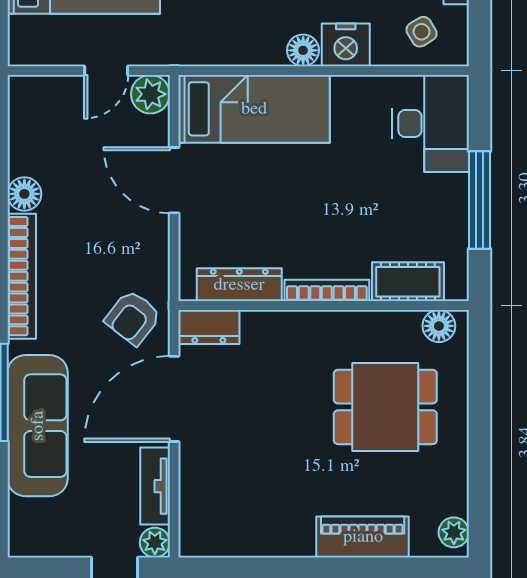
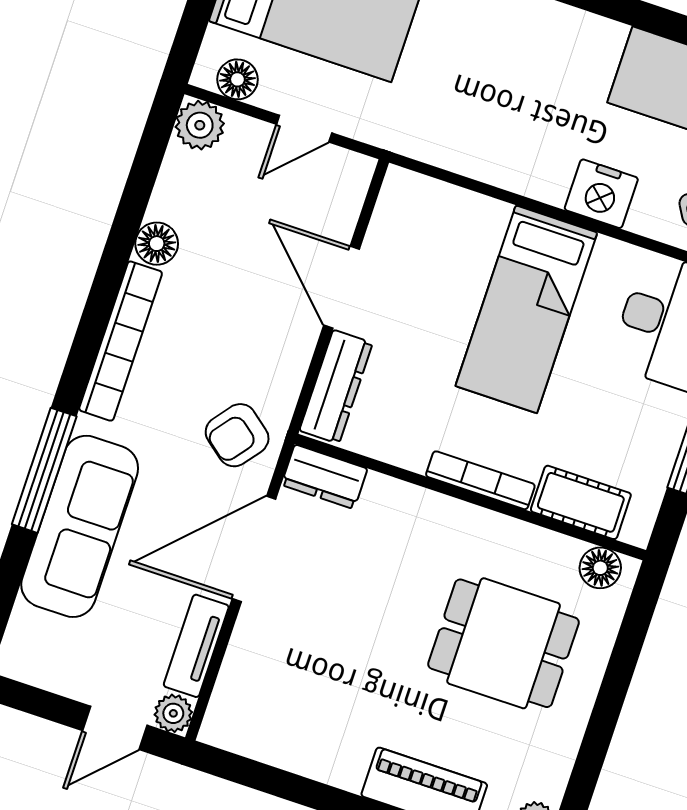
floor lamp: (303, 50) -> (237, 79), moved
plant: (150, 94) -> (200, 125), moved
bed: (254, 109) -> (526, 309), moved, turned 90
dresser: (239, 285) -> (336, 387), moved, turned 90

